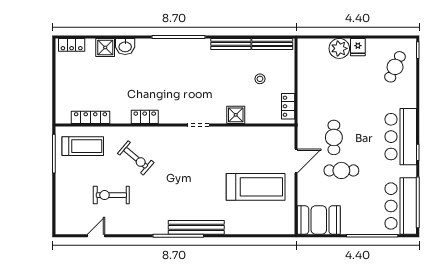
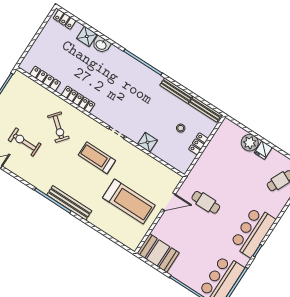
locker: (288, 106) -> (198, 144), moved
locker: (145, 117) -> (78, 99), width x1.53
cafe table: (334, 137) -> (206, 202), turned 90
treadmill: (83, 146) -> (97, 158), moved, turned 180
cafe table: (341, 170) -> (196, 229), removed

